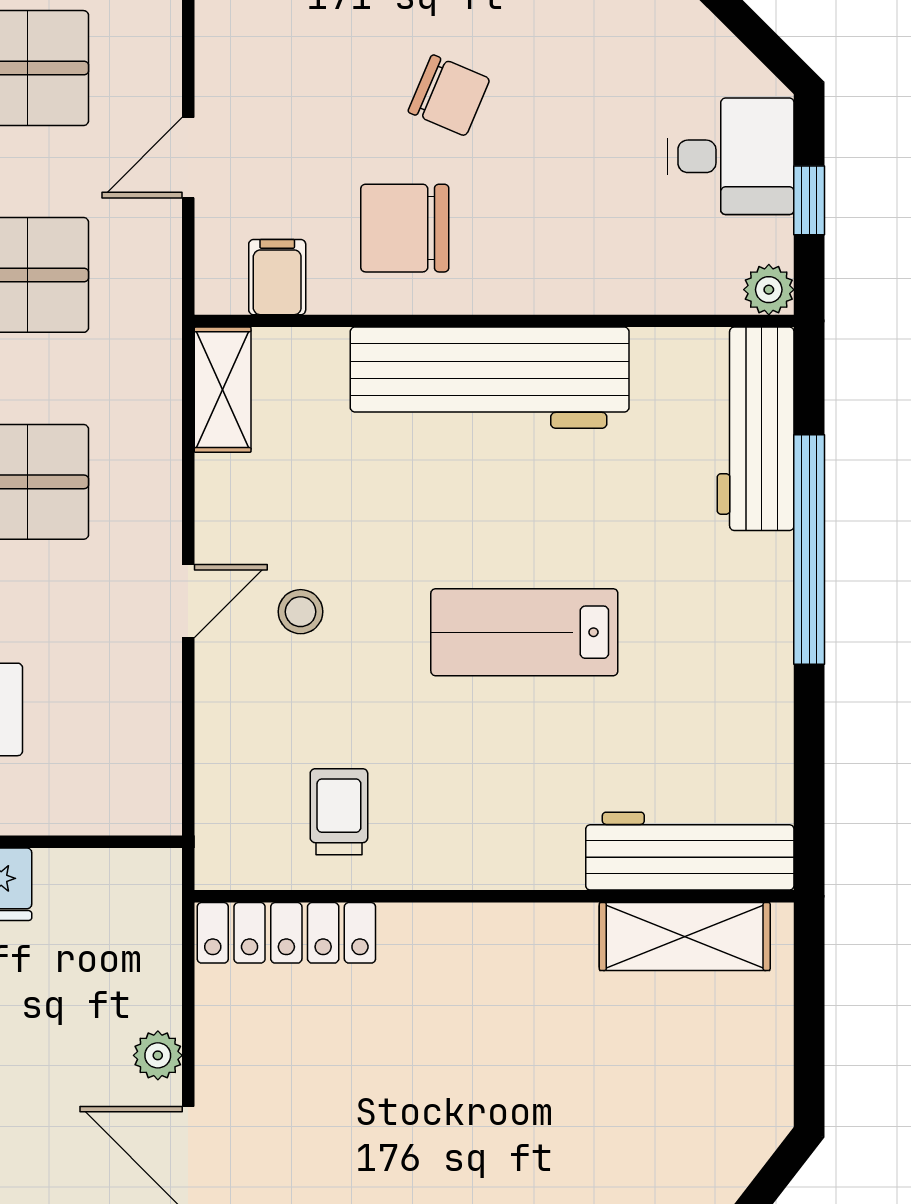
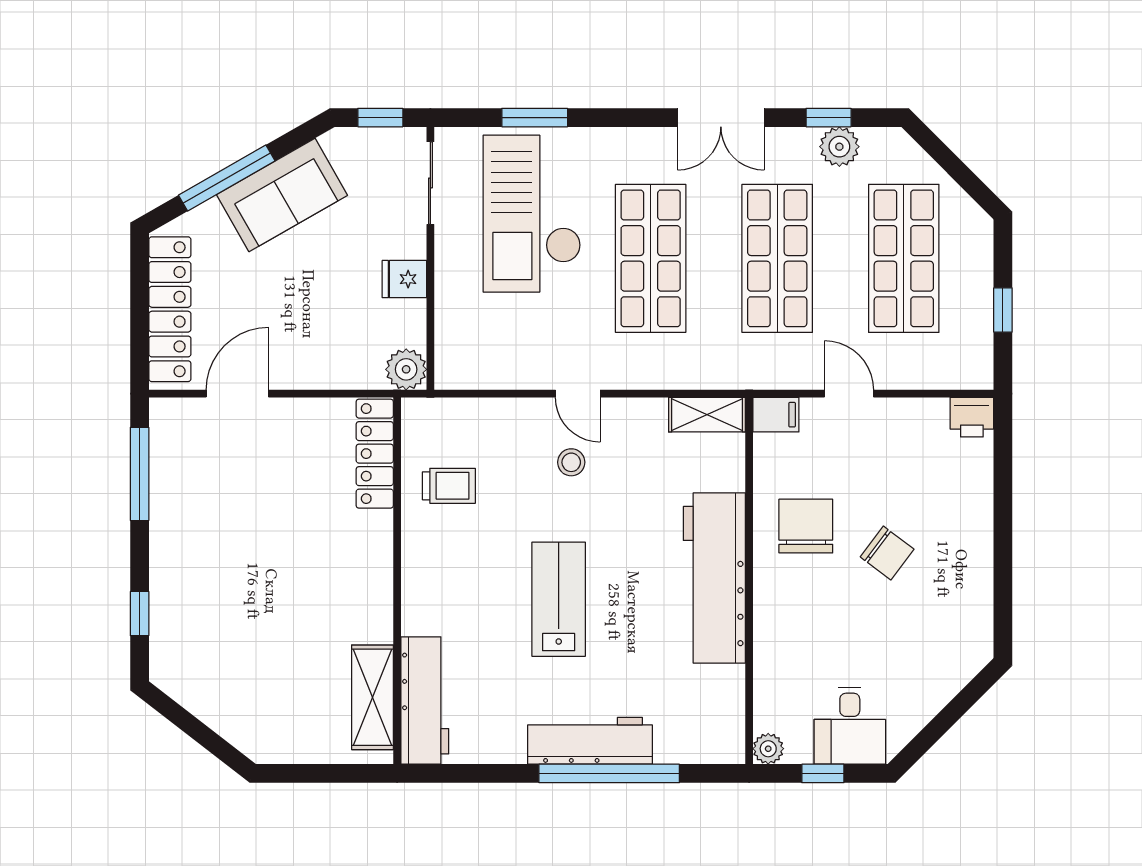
chair: (449, 95) -> (887, 553), turned -76
filing cabinet: (277, 277) -> (776, 415), moved
workbench: (756, 429) -> (590, 741), moved
plant: (158, 1055) -> (406, 369), moved, width x1.38, depth x1.38

